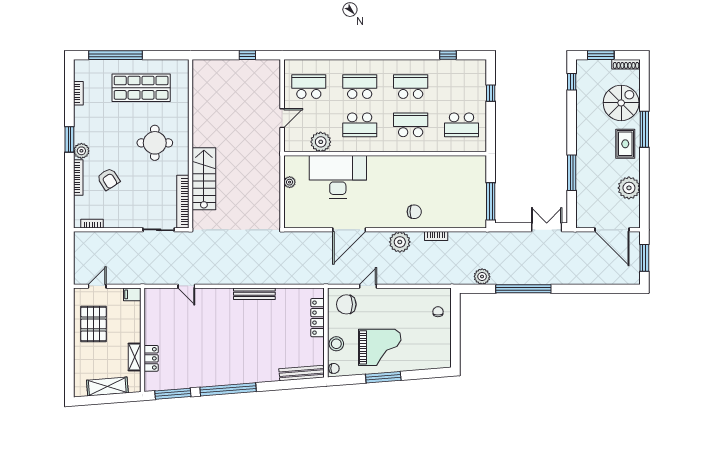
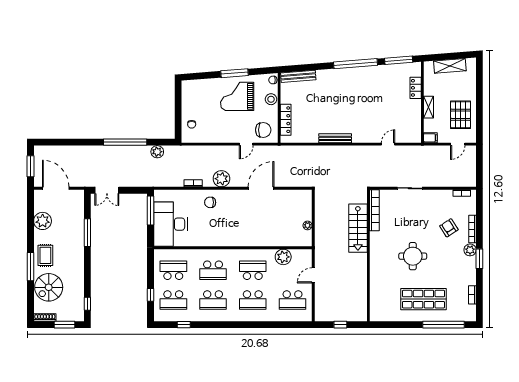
school desk: (461, 87) -> (173, 300), added
wall: (190, 144) -> (368, 255), moved
desk: (338, 177) -> (171, 224), moved, turned 90
stairs: (204, 179) -> (358, 228), moved
bookcase: (183, 202) -> (374, 210), moved
door: (186, 286) -> (388, 144), hinge flipped
shelving: (135, 357) -> (429, 107), moved

